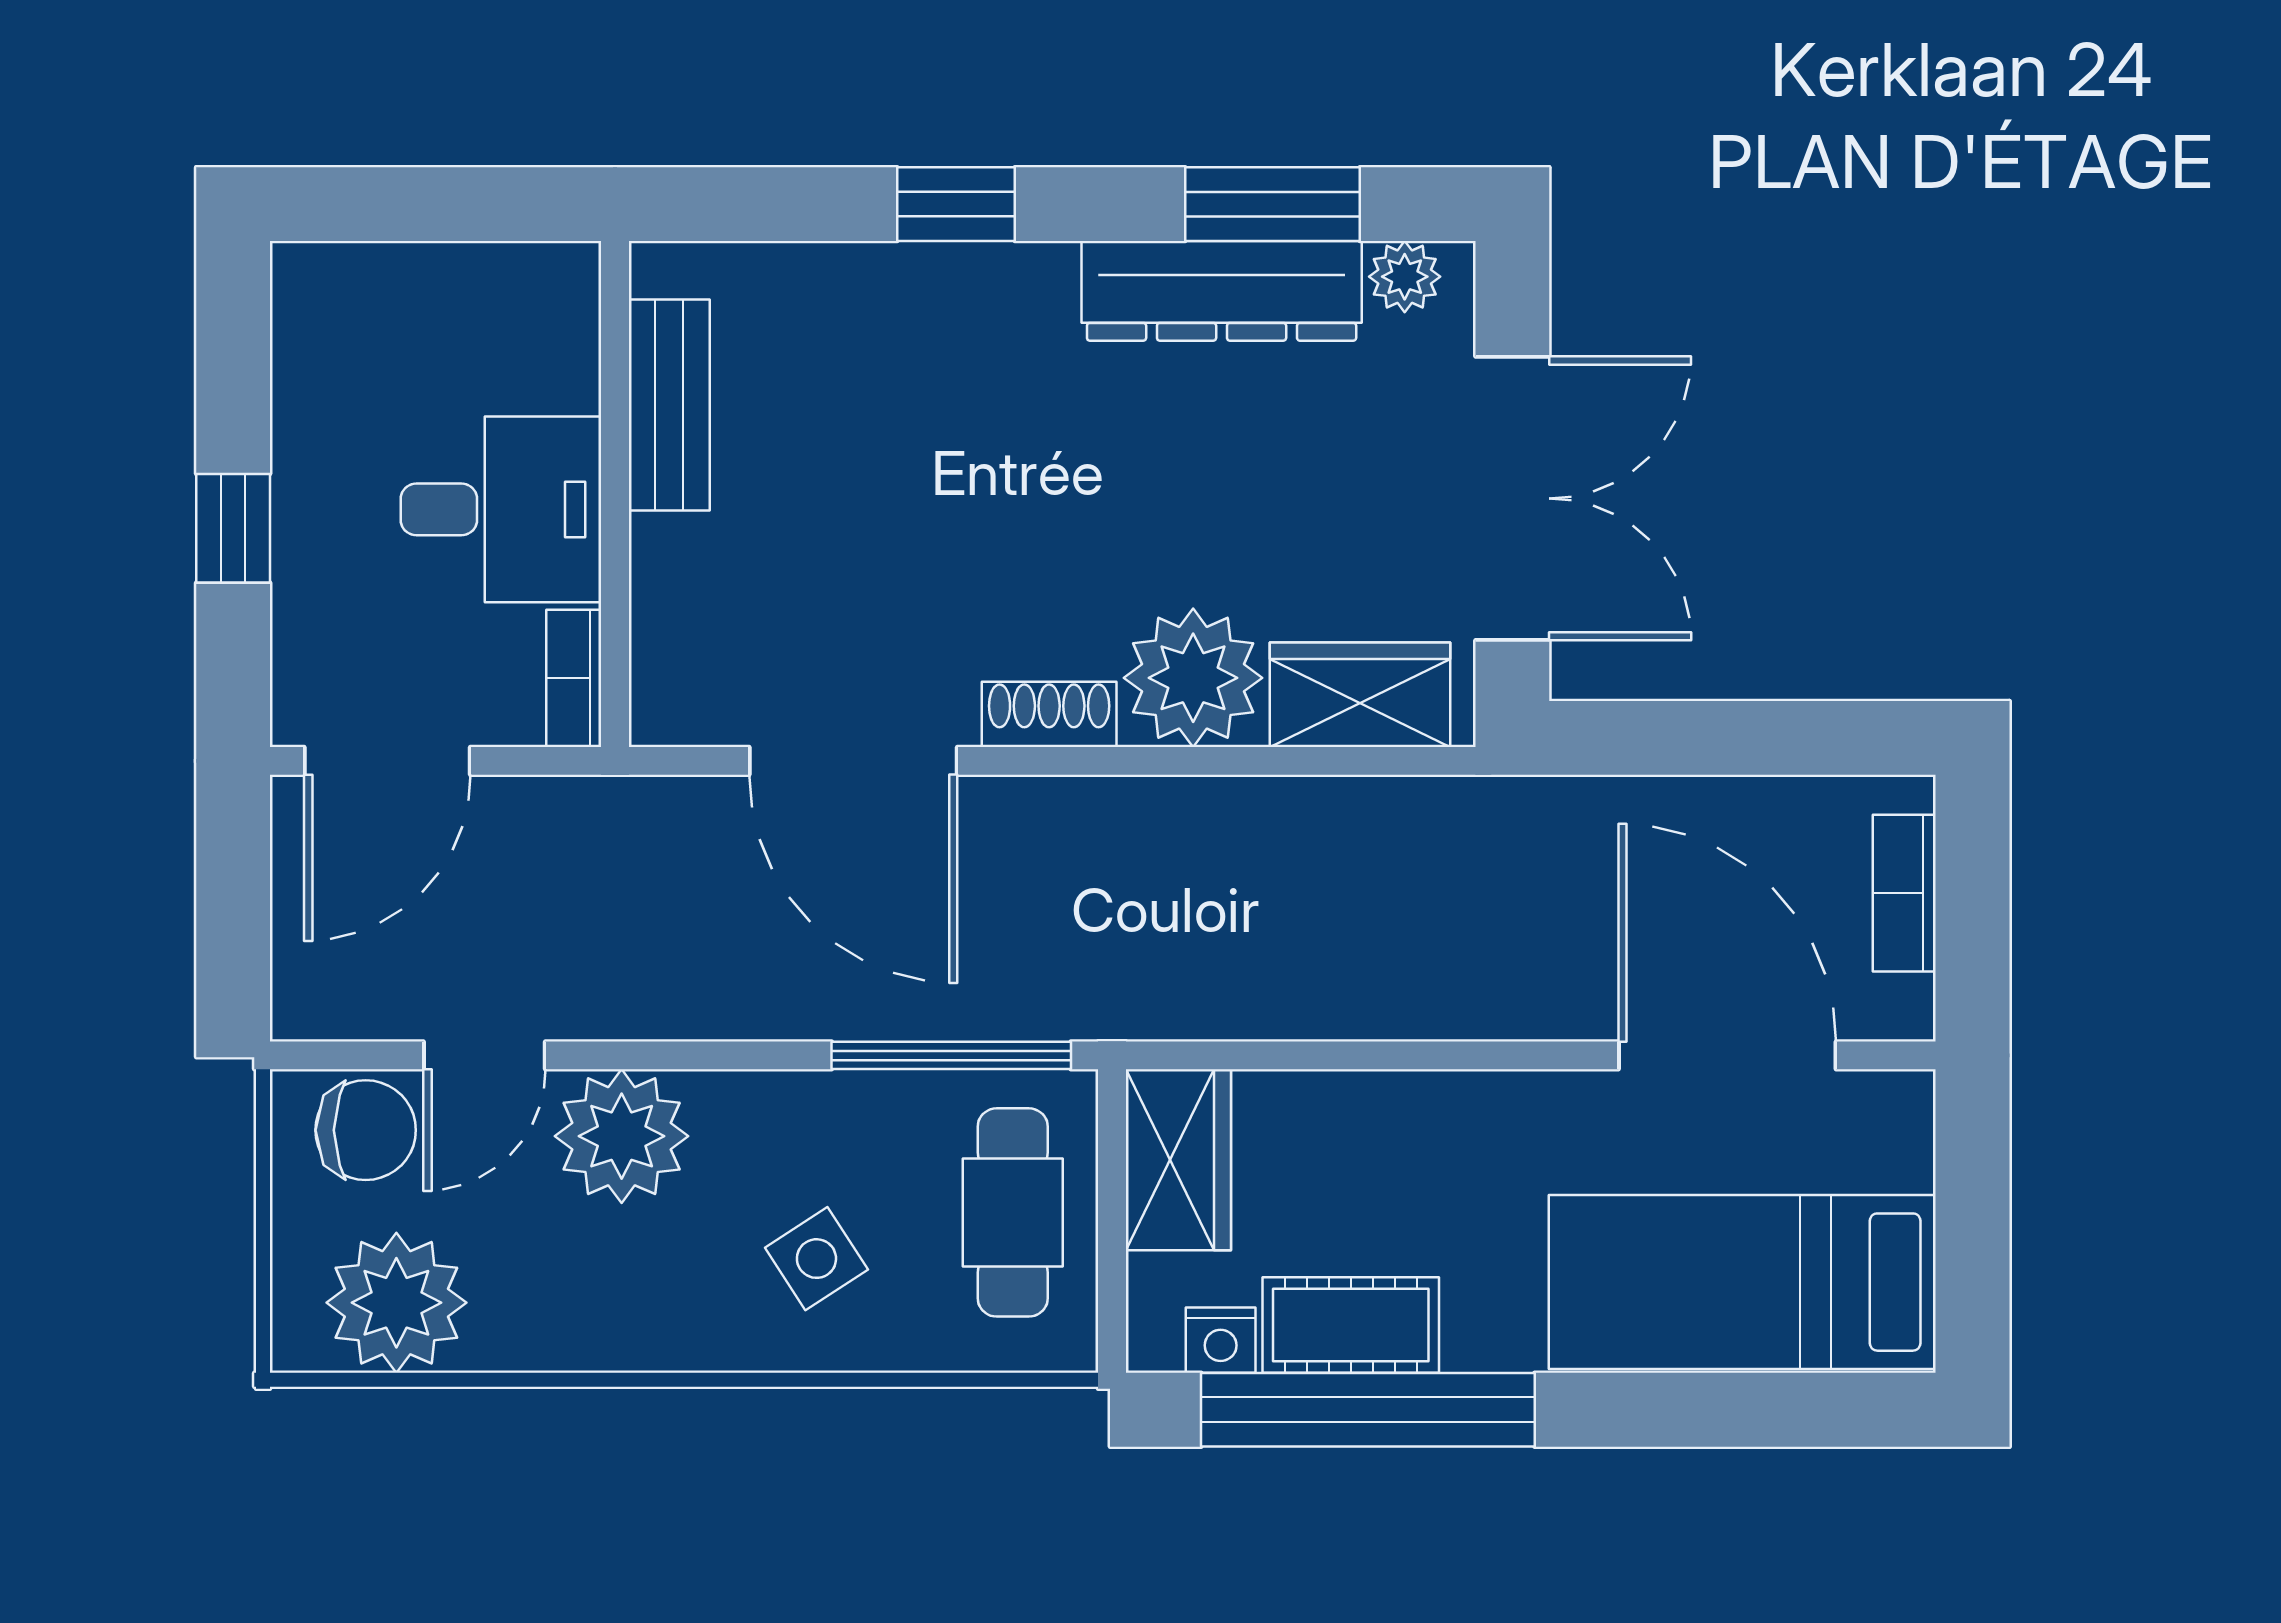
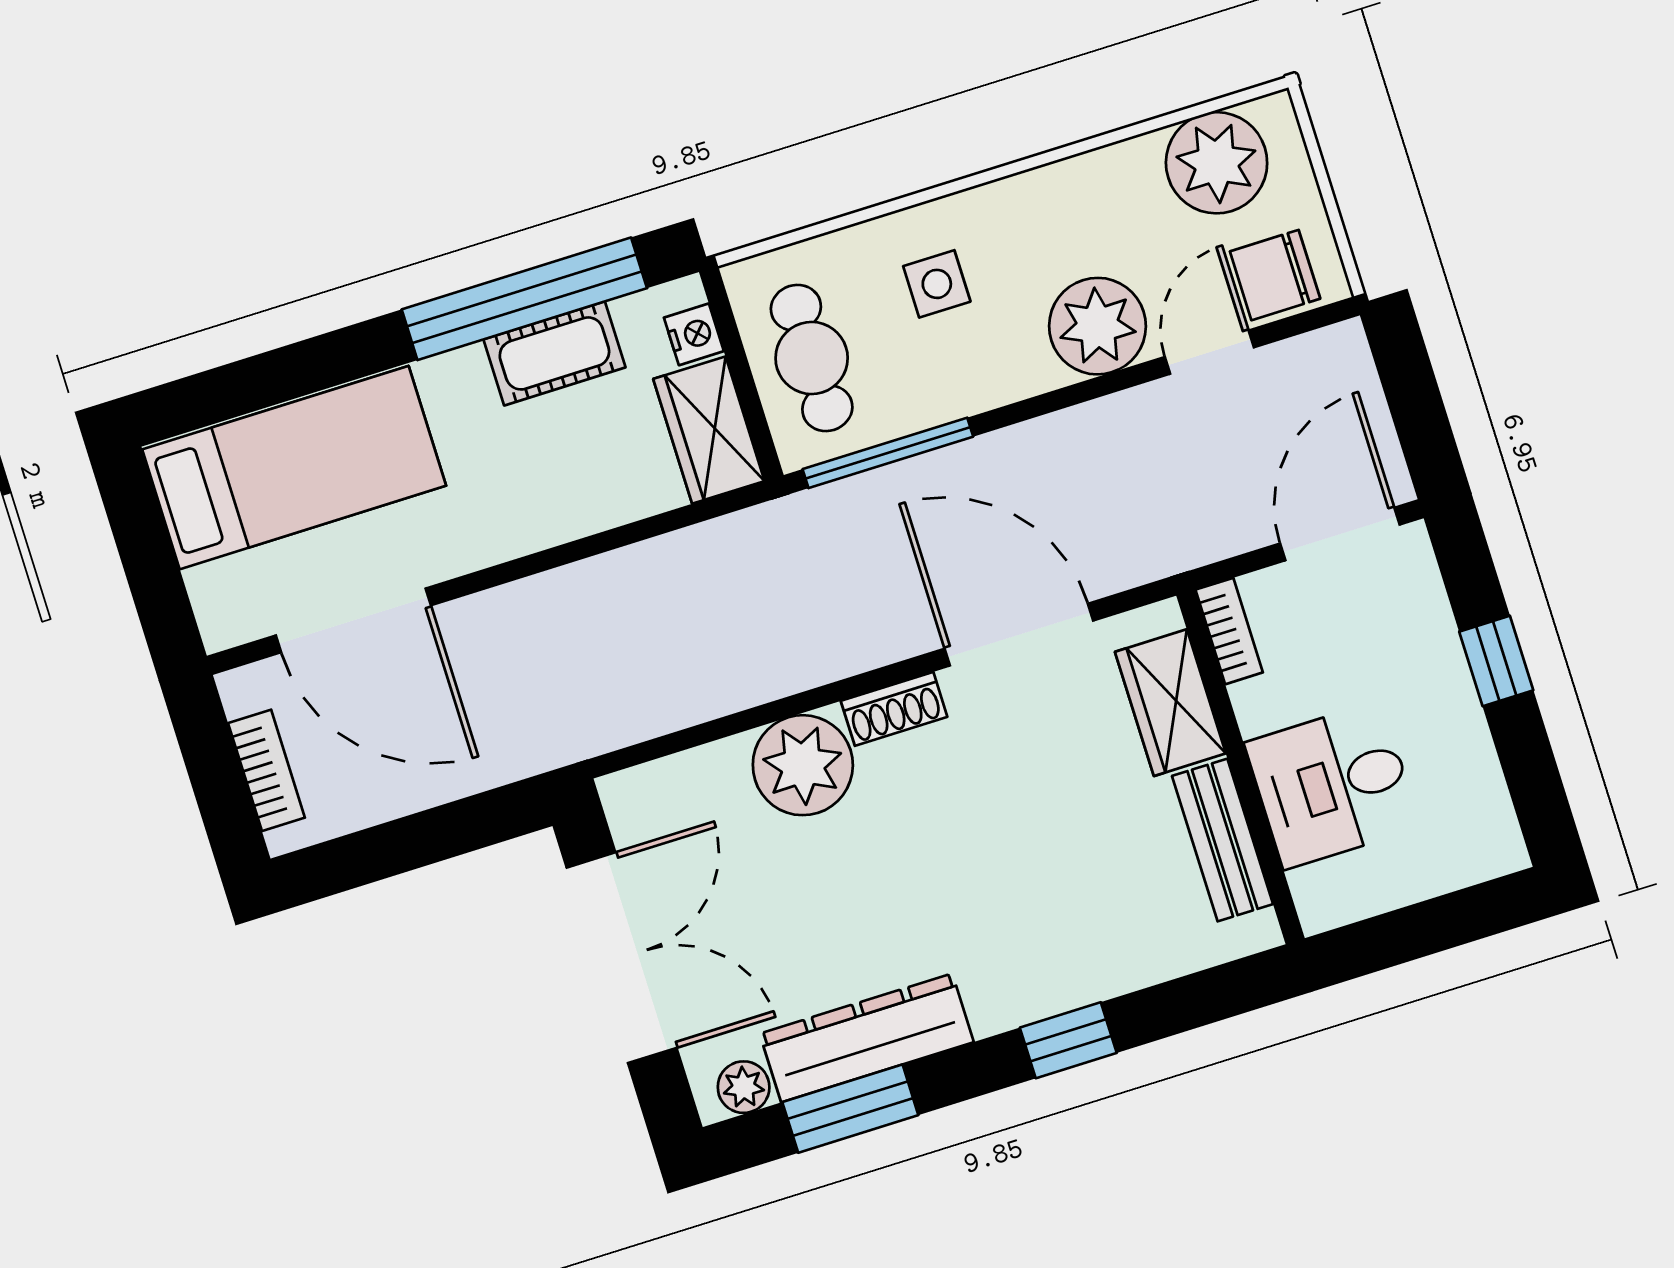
double door: (1512, 498) -> (622, 958), swing flipped
desk: (501, 509) -> (1332, 785), moved
wardrobe: (1360, 695) -> (1170, 703), moved, turned 90
side table: (816, 1259) -> (937, 284), turned 33
nightstand: (1221, 1340) -> (694, 334), moved, turned 90

